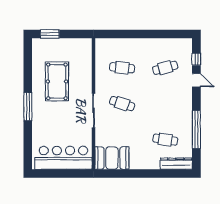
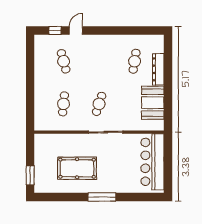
window: (196, 129) -> (125, 30), removed
booth: (112, 158) -> (153, 103), moved
dresser: (176, 164) -> (158, 69), moved

